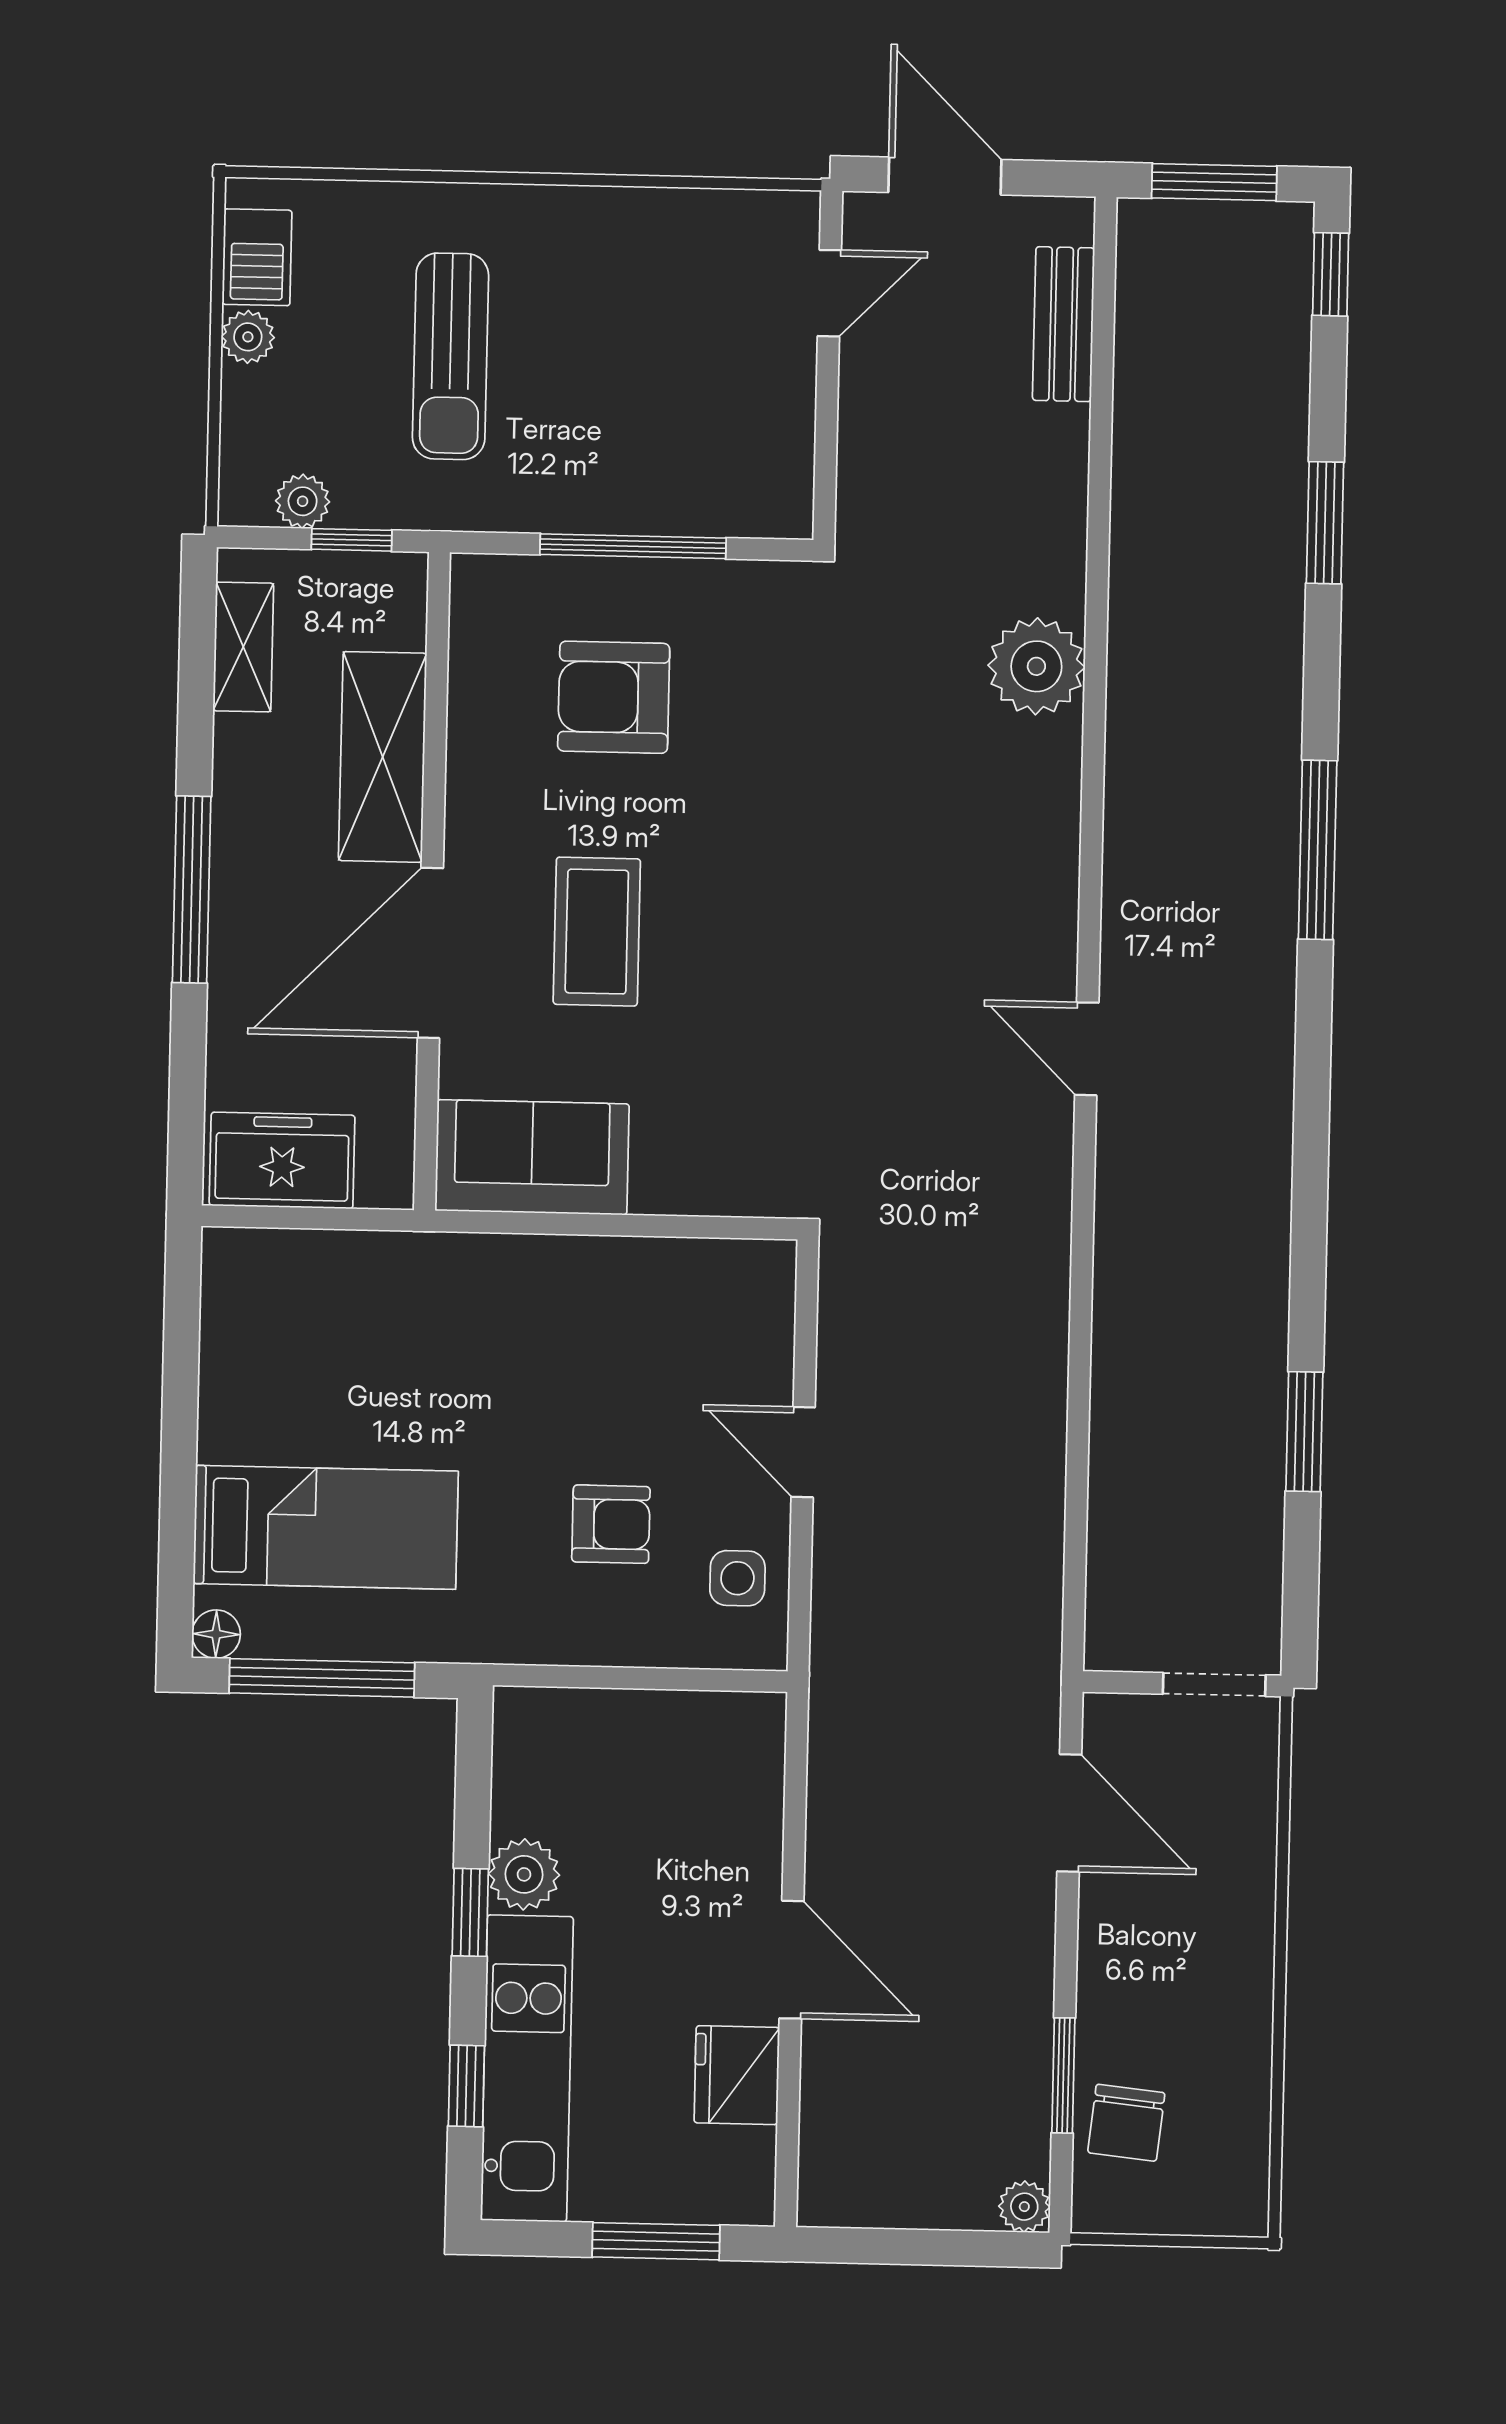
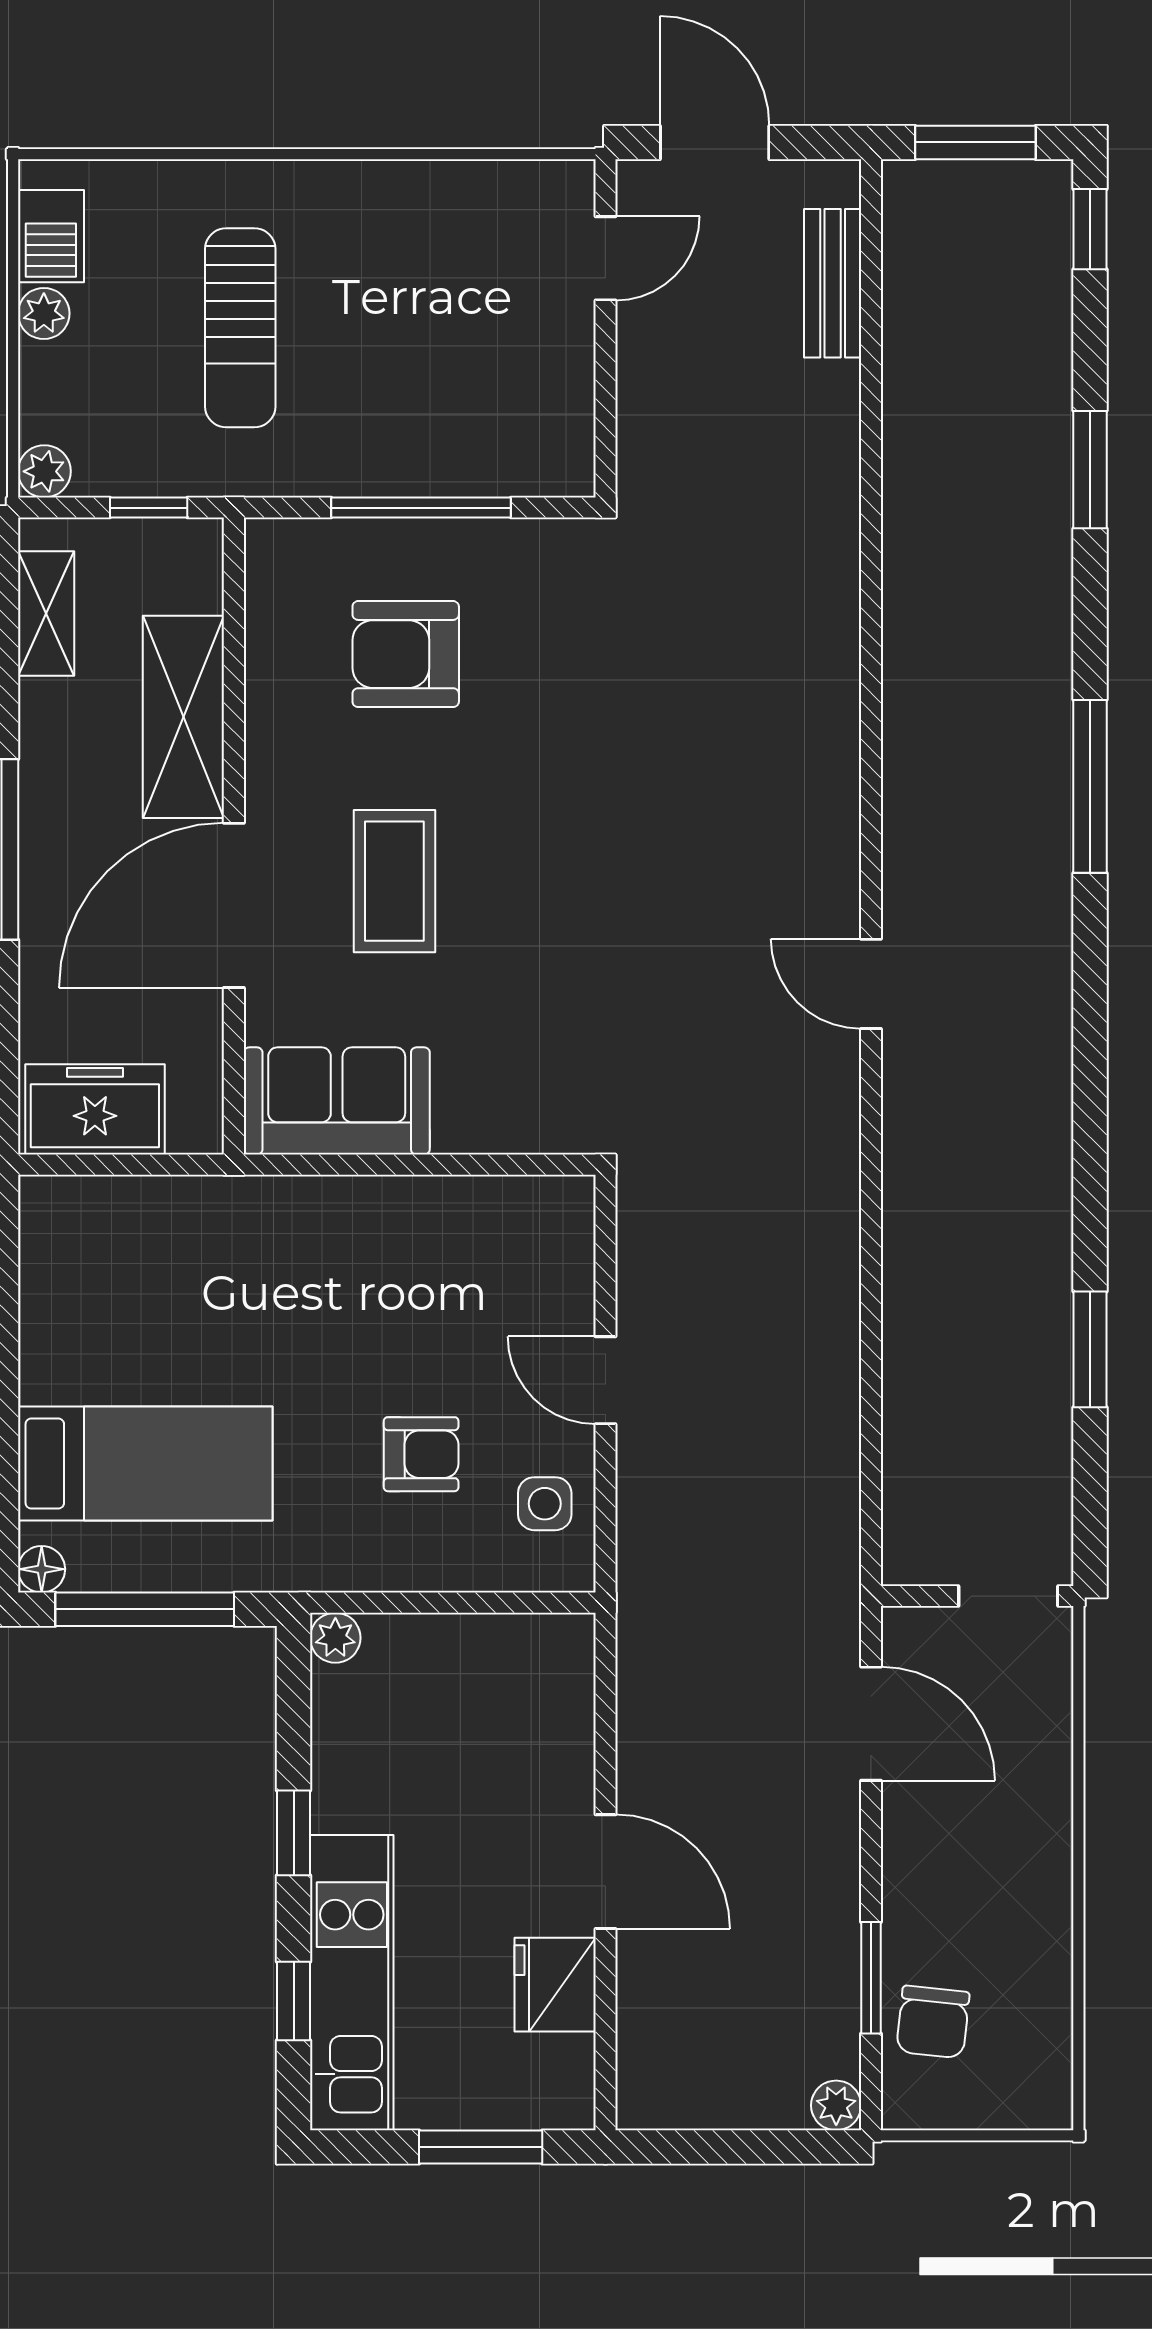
plant: (303, 501) -> (44, 471), moved
plant: (1036, 666) -> (814, 615), removed
plant: (524, 1874) -> (335, 1638), moved, width x0.73, depth x0.73

